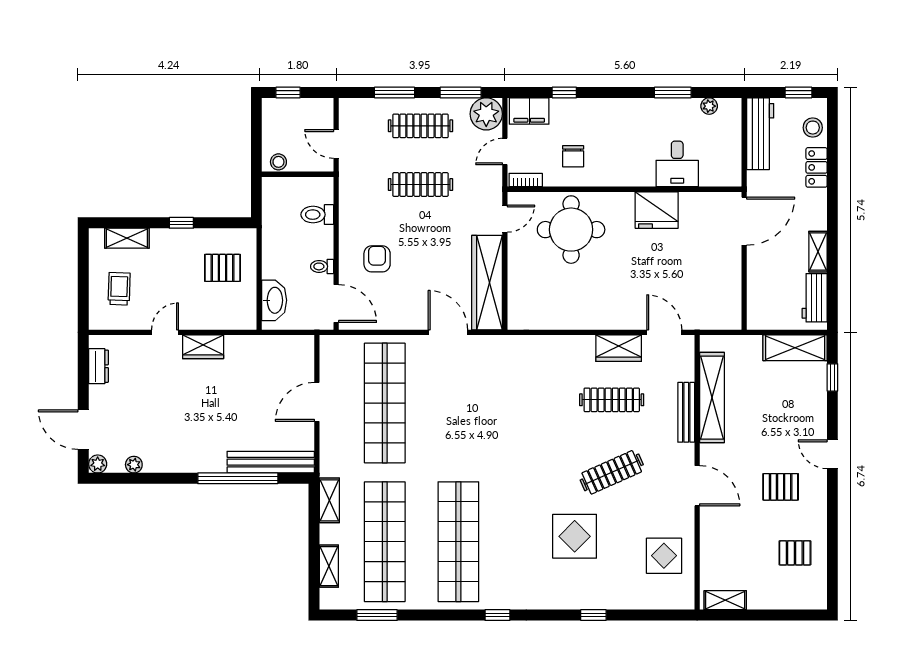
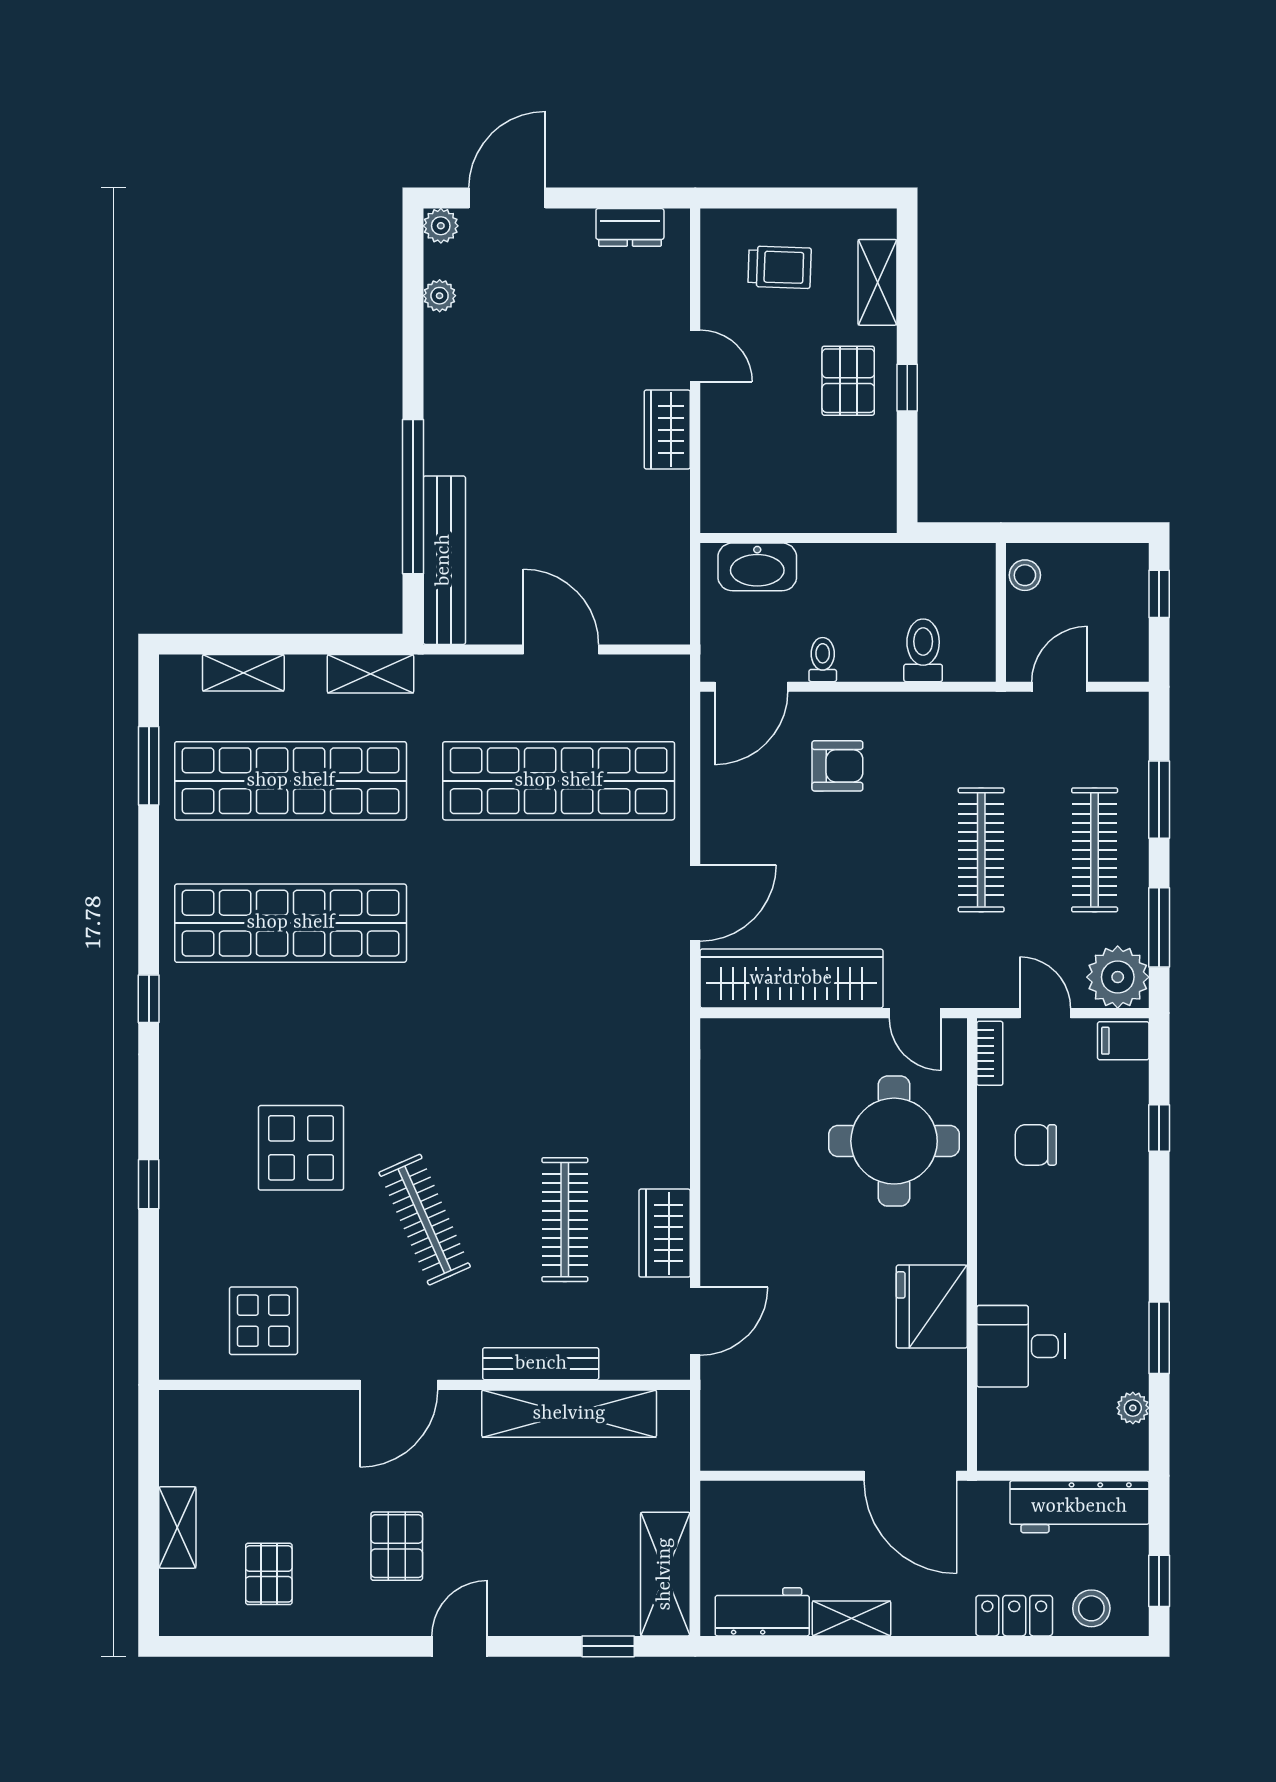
filing cabinet: (529, 111) -> (1123, 1041), width x0.50
pallet: (222, 268) -> (848, 381), moved
shelving: (725, 600) -> (177, 1527), moved

